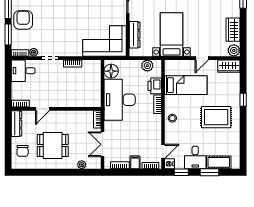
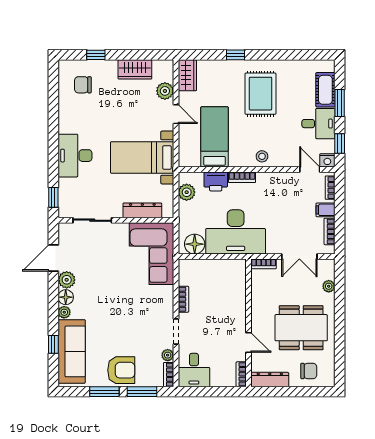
armchair: (23, 20) -> (121, 370), turned 180
plant: (234, 50) -> (165, 91), moved
dining table: (53, 146) -> (301, 328), width x1.38

